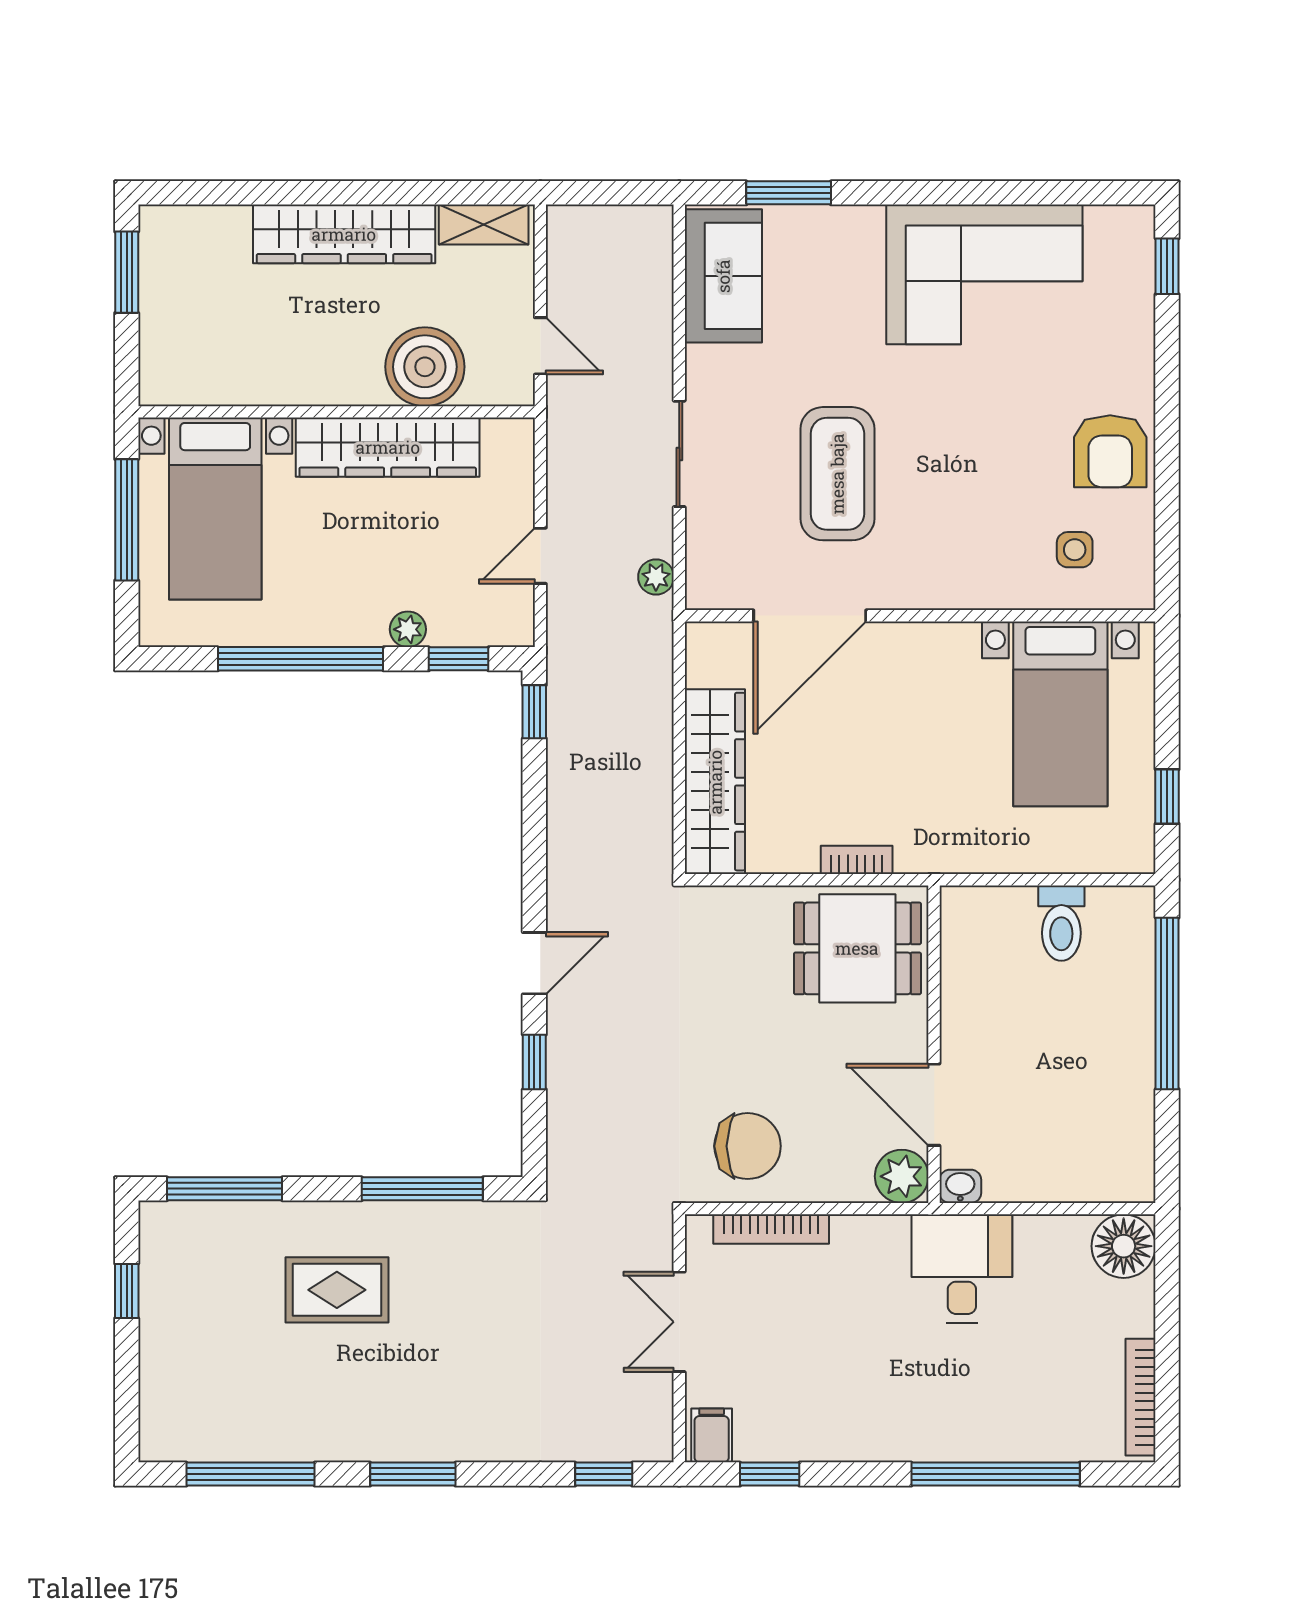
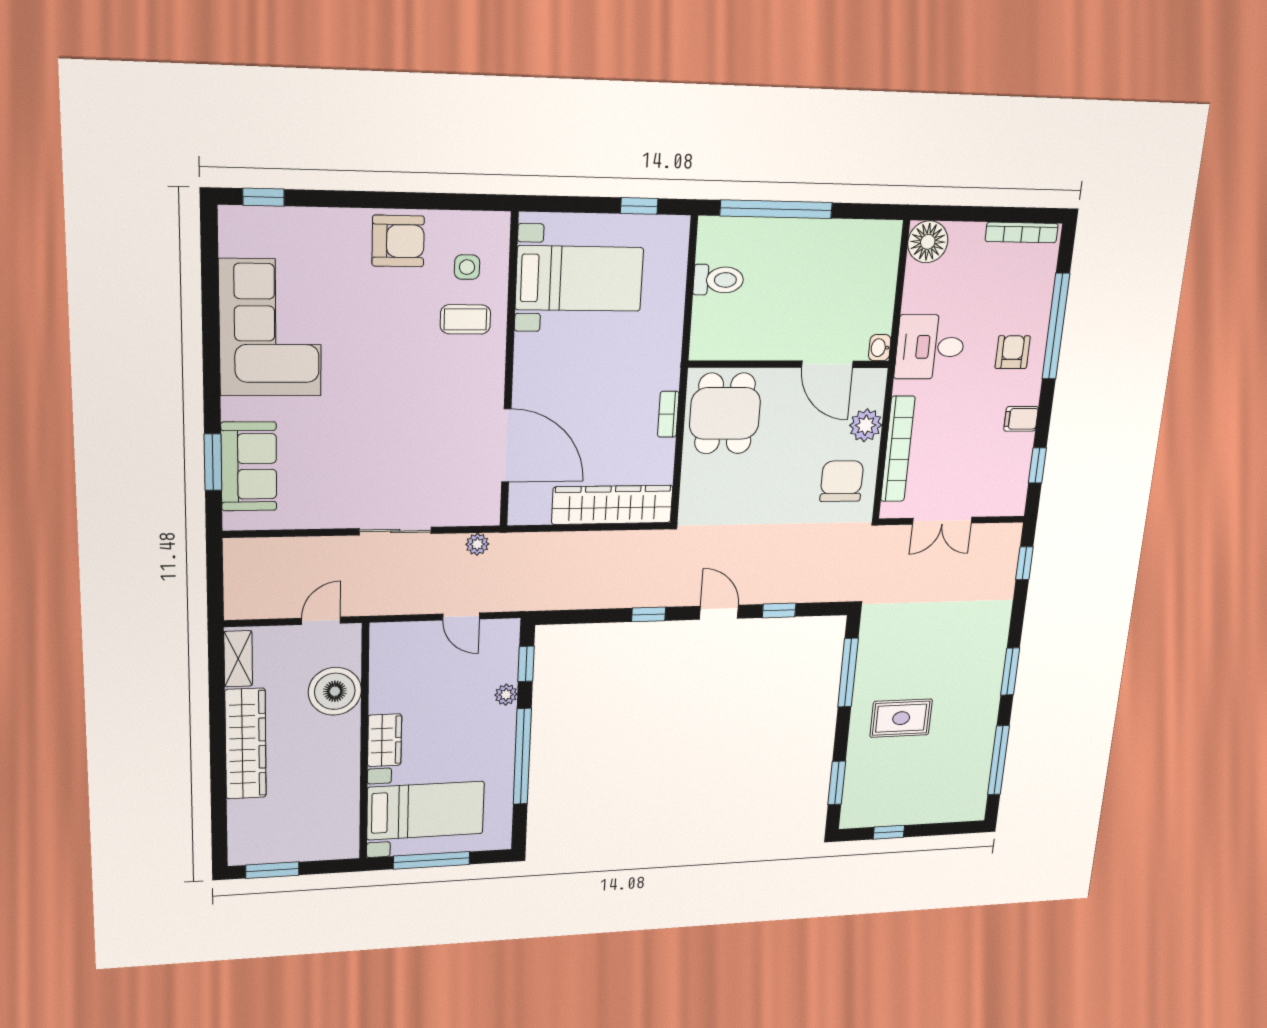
sofa: (723, 276) -> (249, 466), moved, turned 90
wardrobe: (388, 447) -> (385, 740), width x0.48, depth x0.85
coffee table: (837, 474) -> (465, 319), moved, width x0.54, depth x0.58
window: (534, 712) -> (649, 614), moved
door: (934, 1105) -> (827, 364), hinge flipped
plant: (902, 1176) -> (866, 425), moved
window: (225, 1189) -> (837, 783), width x0.69
bookcase: (771, 1229) -> (898, 449), width x1.48, depth x1.31
rug: (337, 1290) -> (901, 718), turned 90
armchair: (954, 1407) -> (1013, 352), added
filing cabinet: (712, 1435) -> (1021, 419), moved

